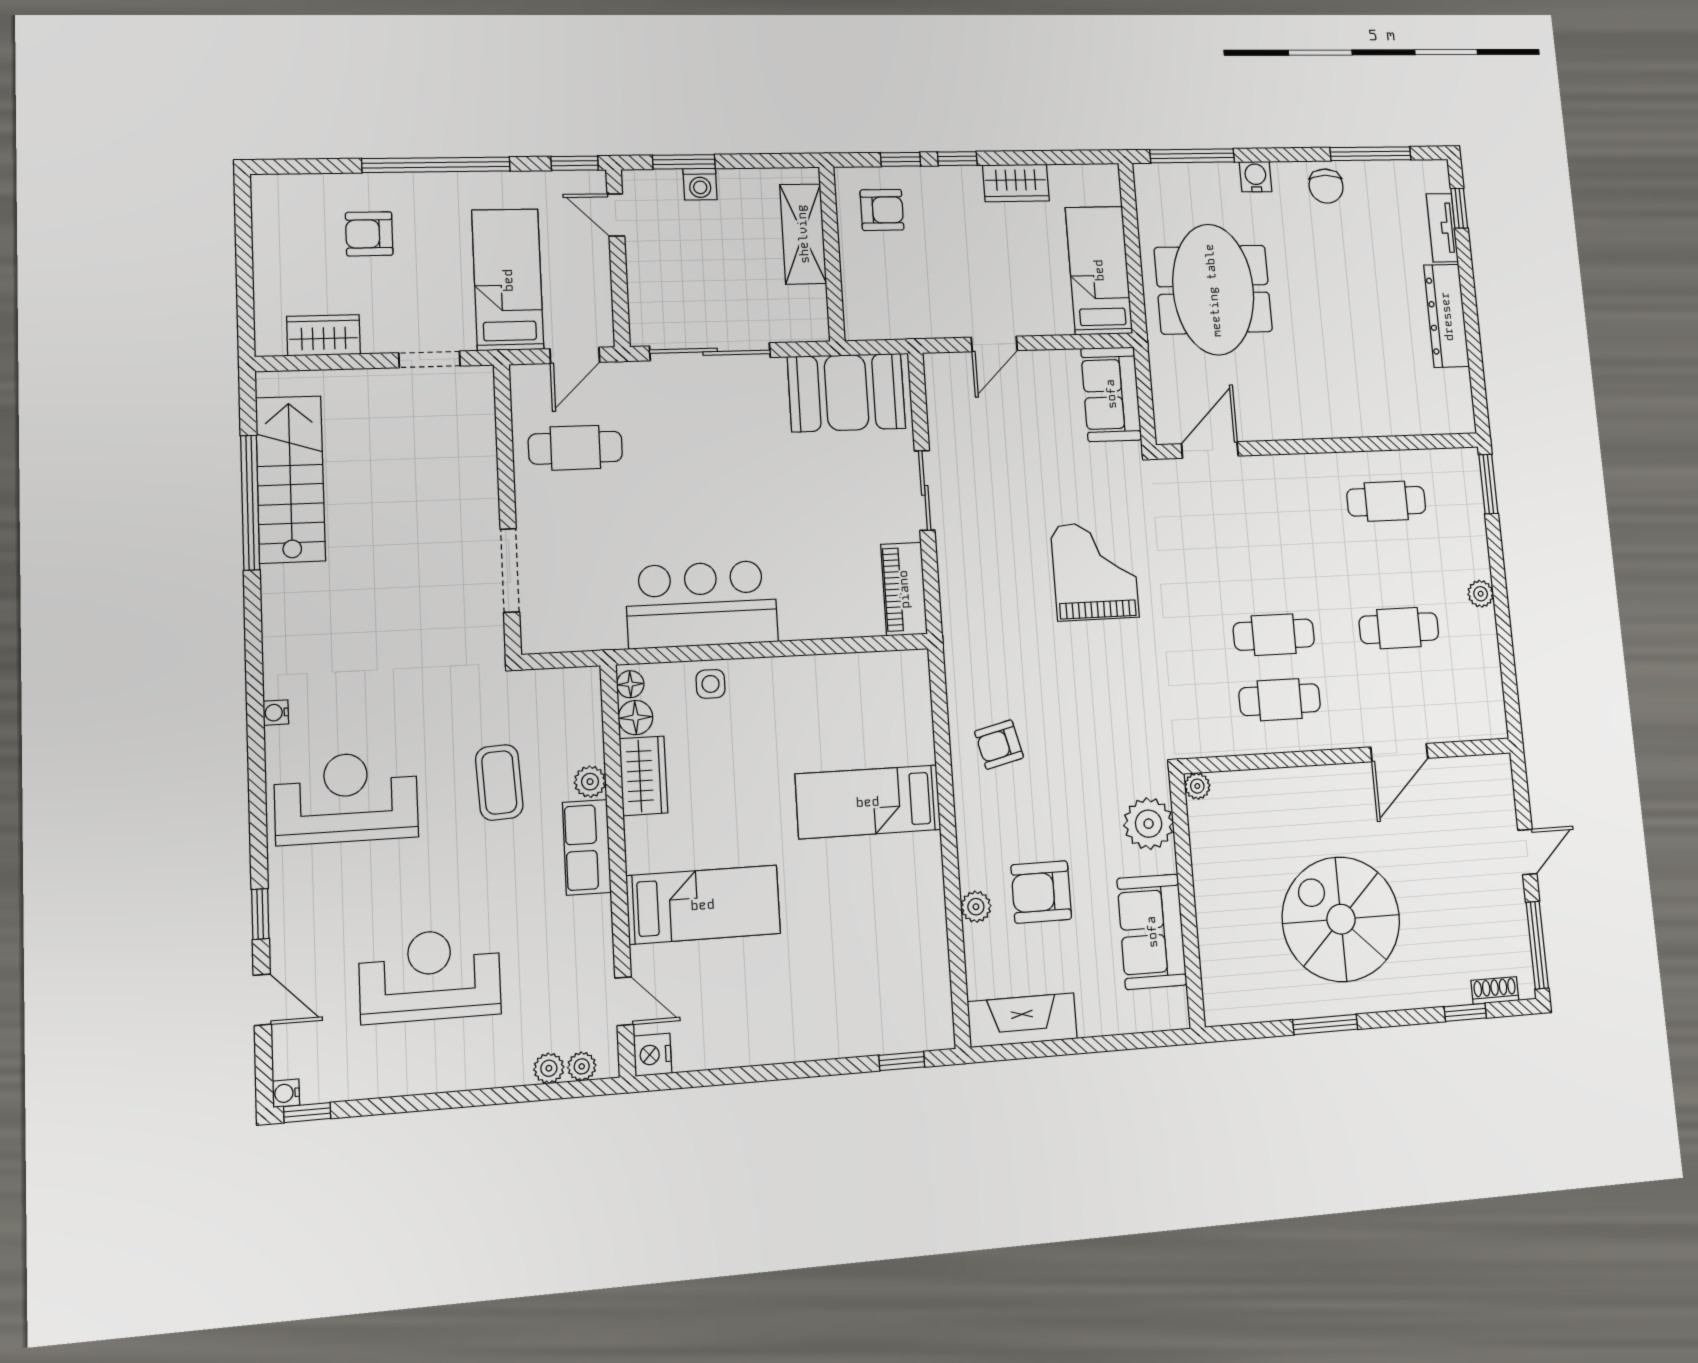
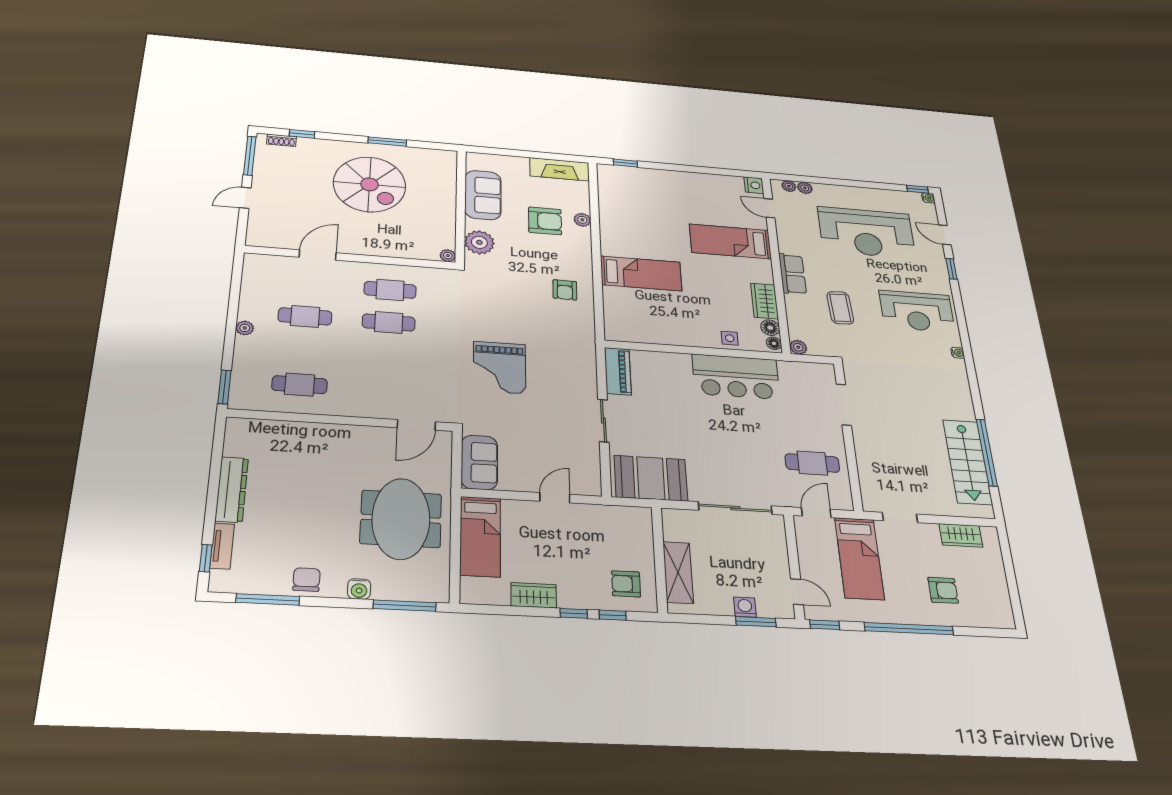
armchair: (999, 745) -> (565, 290), turned 105
plant: (590, 782) -> (798, 347), moved
reception desk: (430, 976) -> (866, 233), width x1.36, depth x1.30

